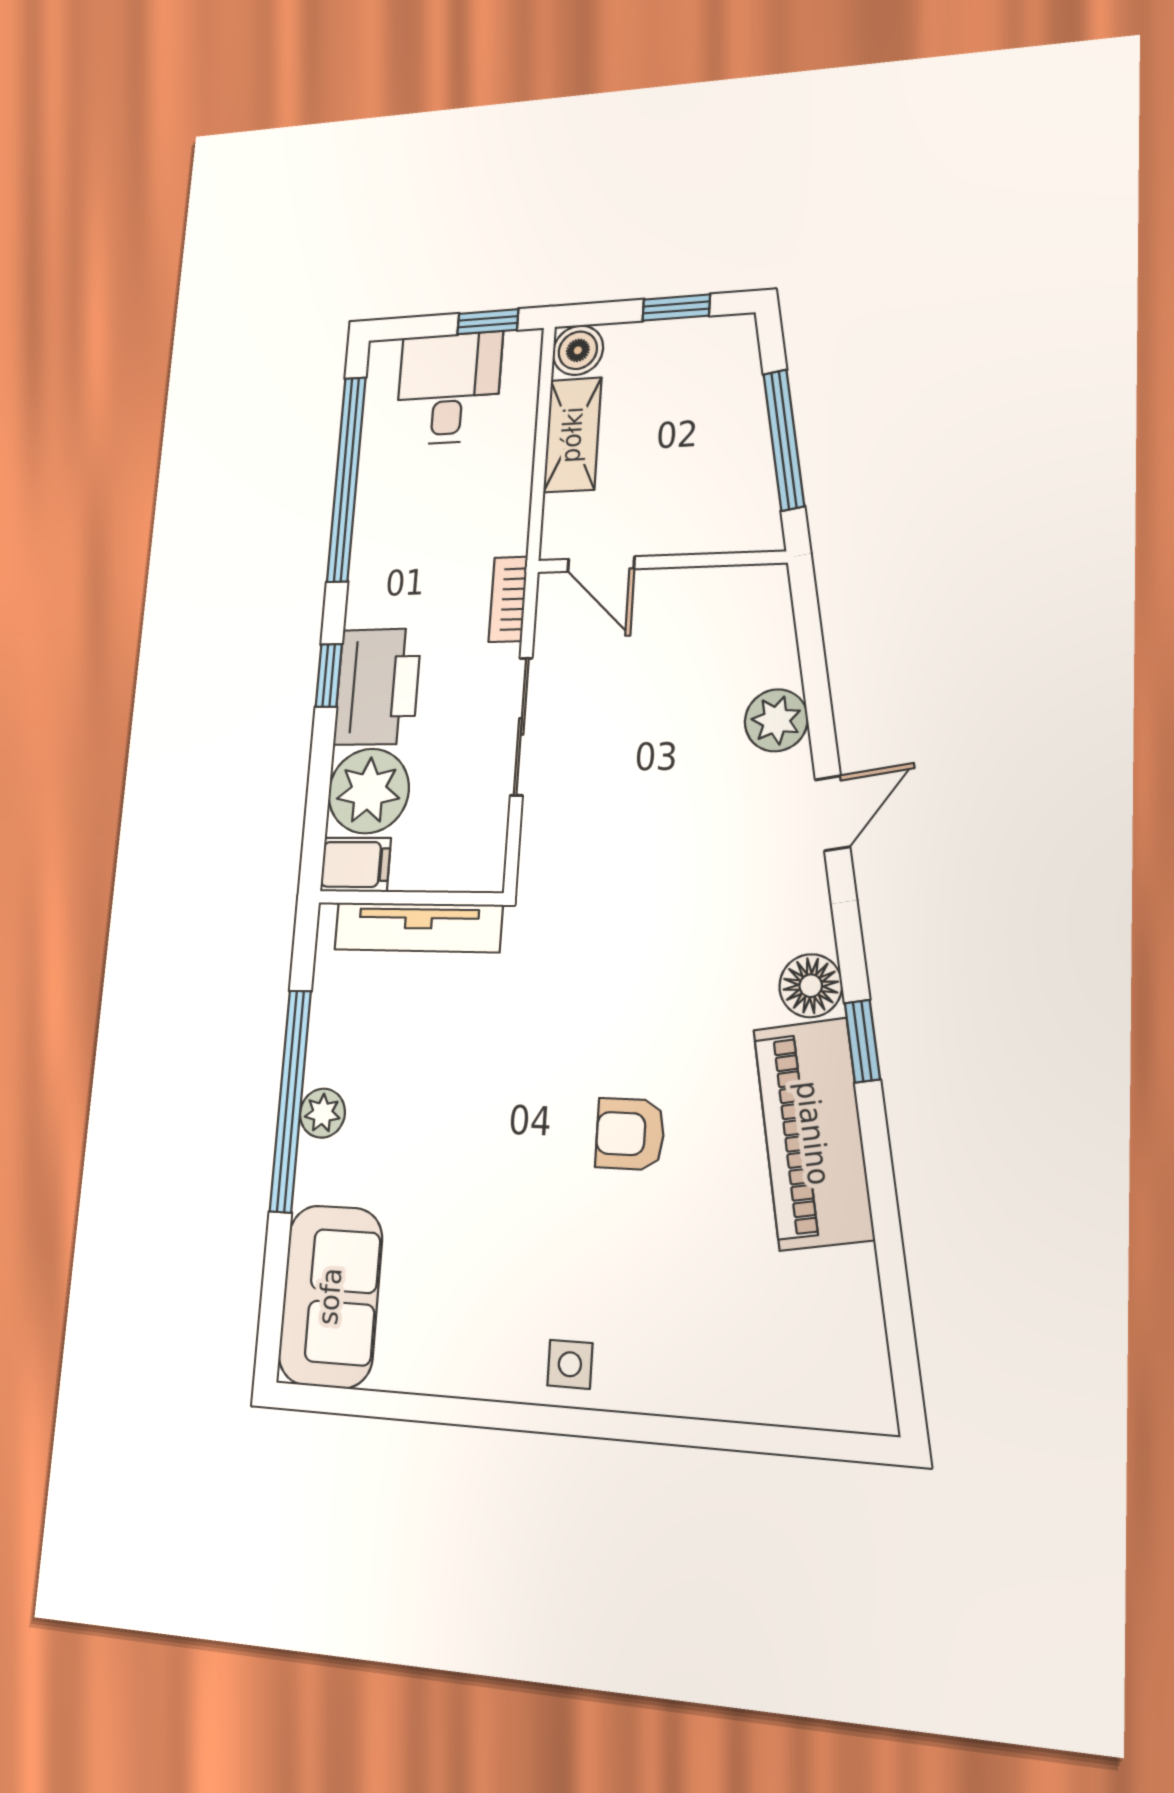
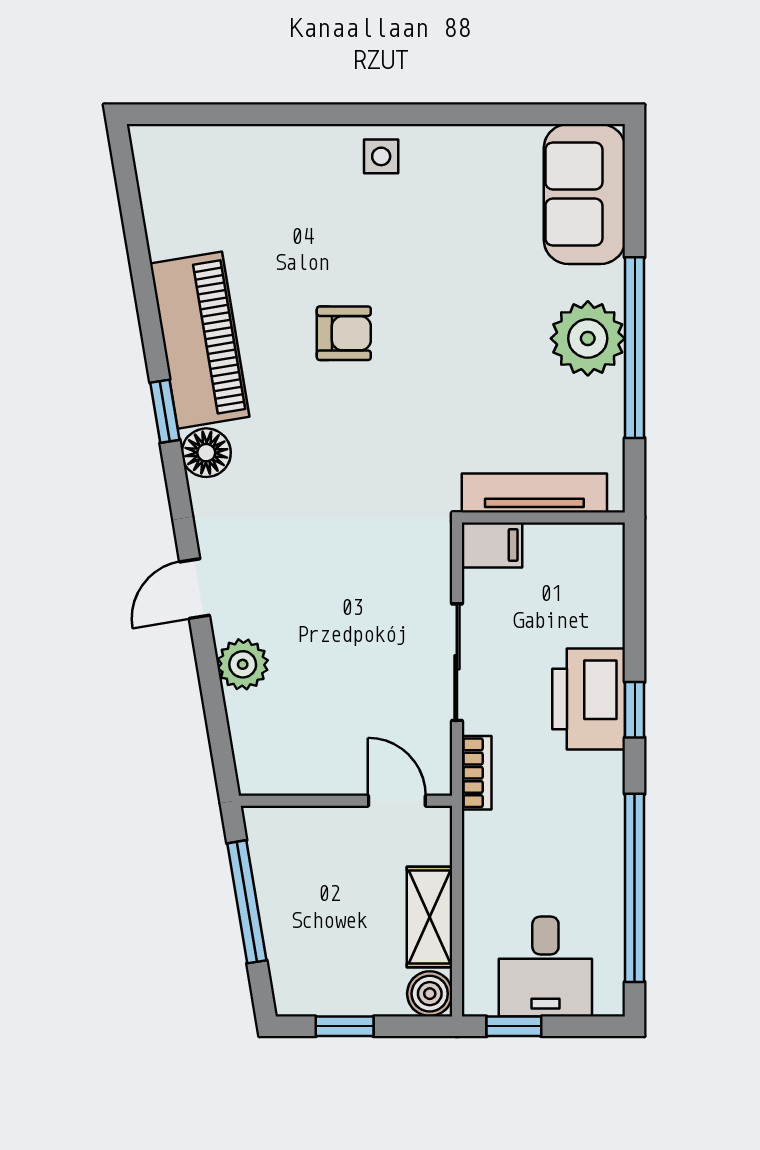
plant: (369, 791) -> (589, 608), removed
filing cabinet: (355, 864) -> (492, 545), moved, turned 180
plant: (322, 1113) -> (588, 338), width x1.87, depth x1.87

